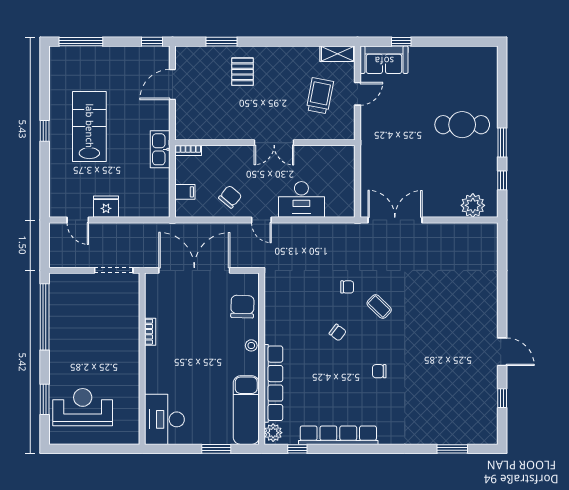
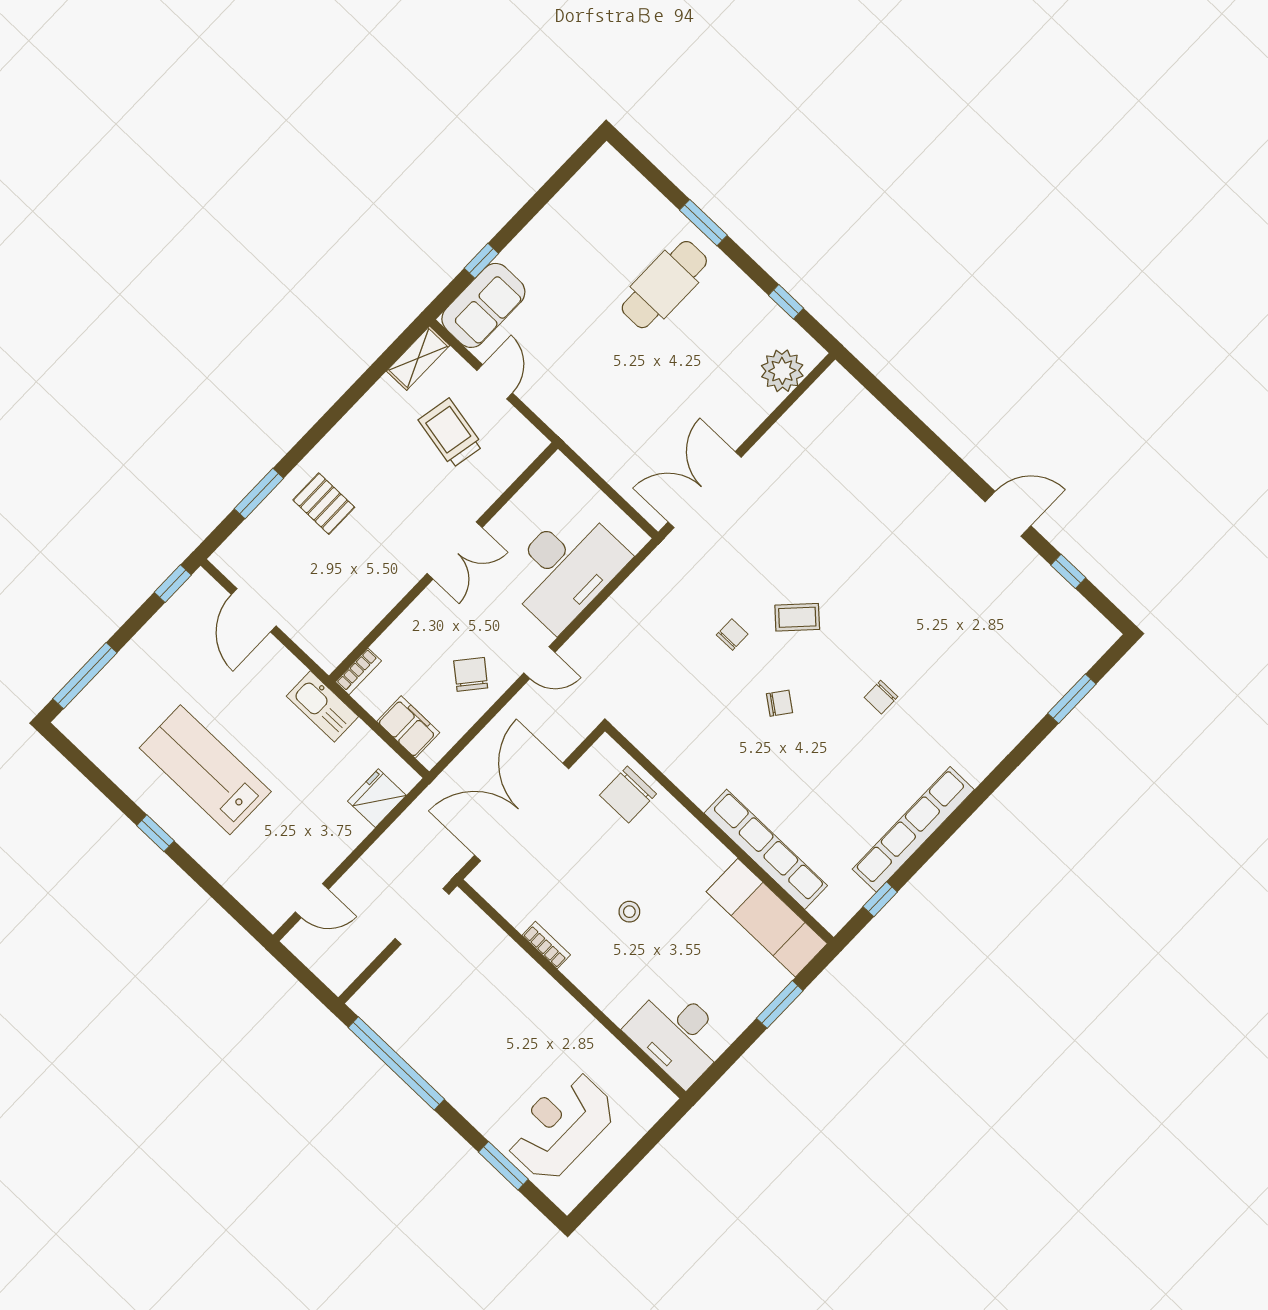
window: (502, 143) -> (703, 223), moved
filing cabinet: (185, 192) -> (408, 727), width x2.00
desk: (301, 199) -> (566, 568), width x1.36, depth x1.30
fridge: (106, 207) -> (377, 798), moved
chair: (242, 307) -> (628, 795), turned -92
stool: (251, 345) -> (629, 912), moved
plant: (273, 433) -> (829, 911), removed

